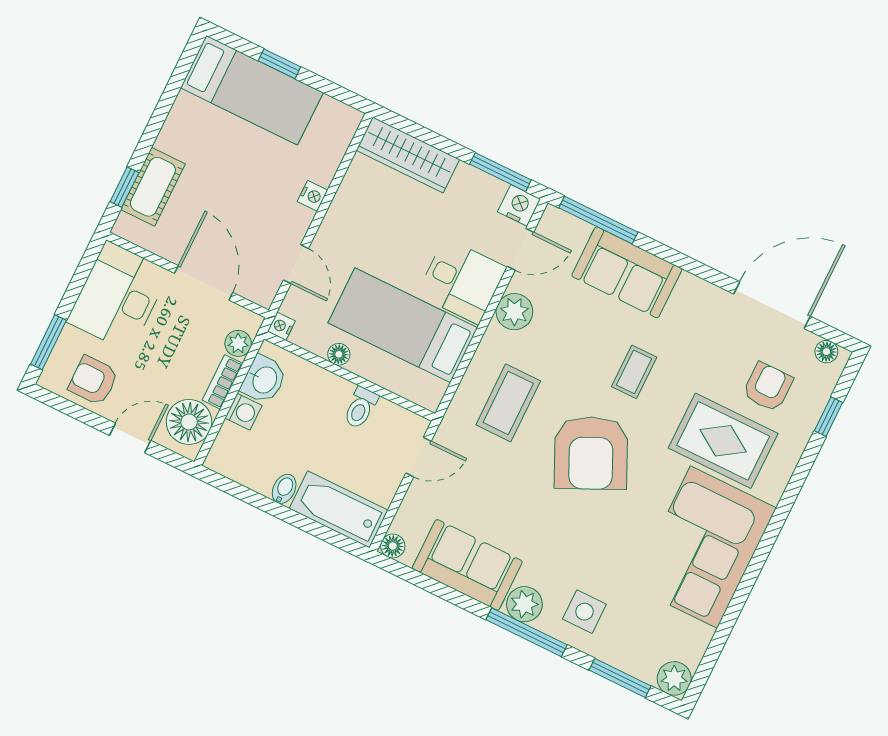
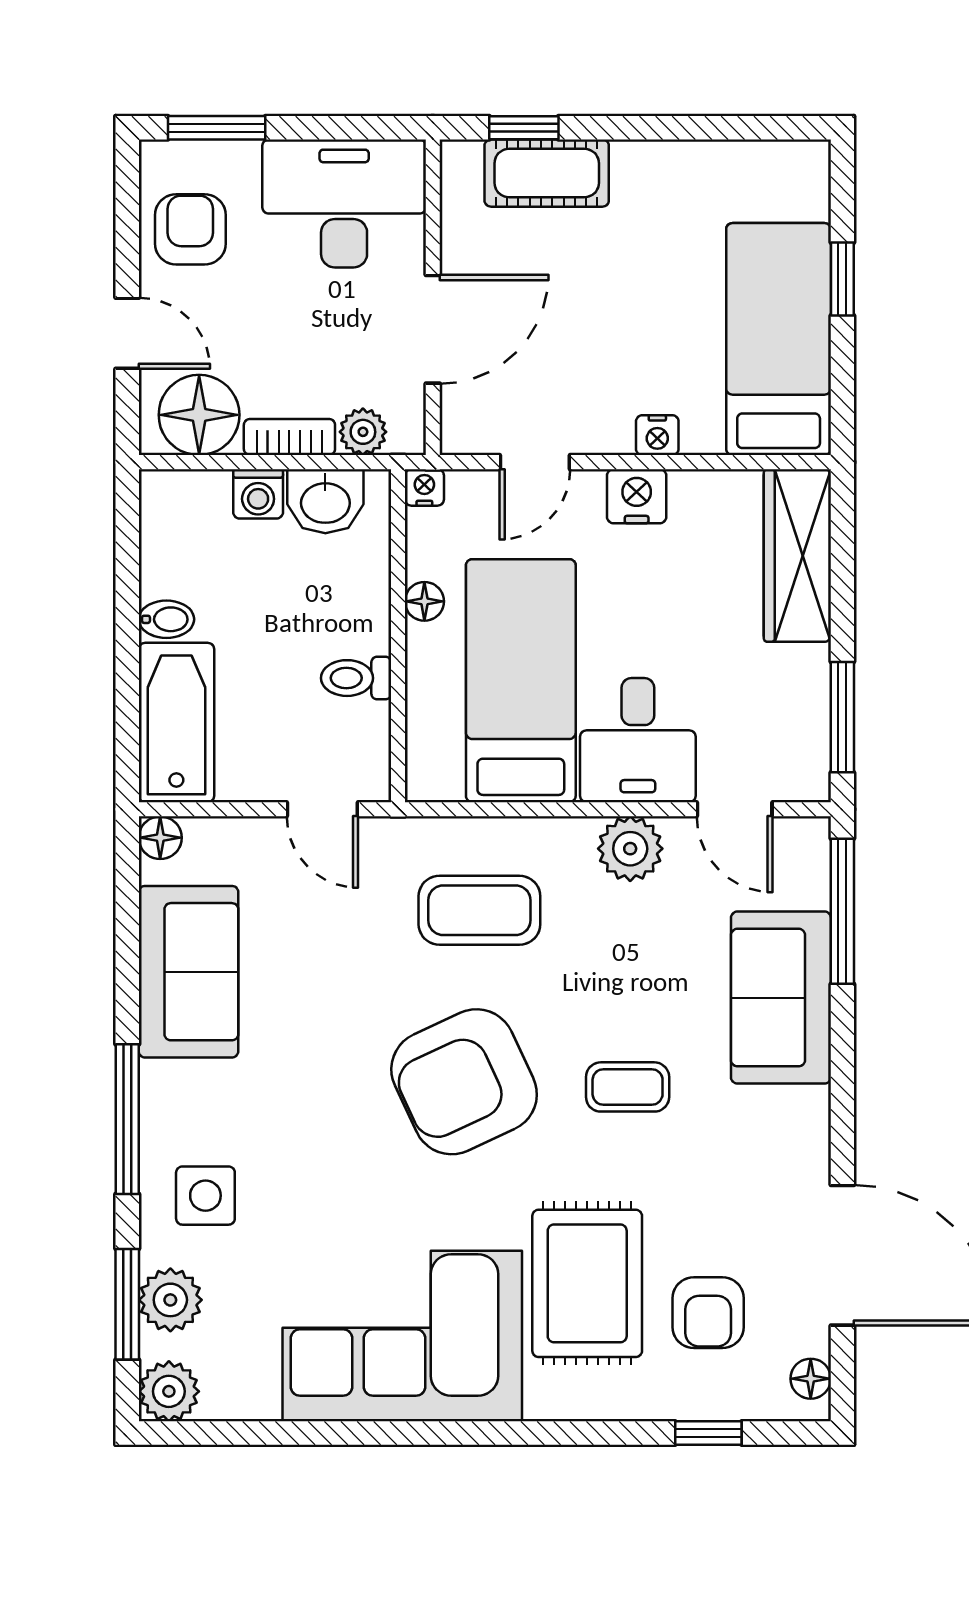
bed: (252, 90) -> (779, 339), moved, turned 180
nightstand: (519, 205) -> (637, 496), moved, turned -90
armchair: (768, 387) -> (708, 1313), turned 90
plant: (524, 604) -> (170, 1300), moved

